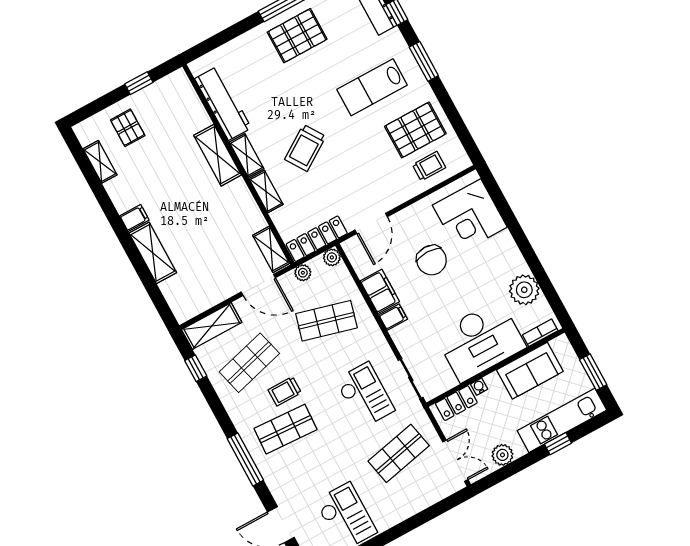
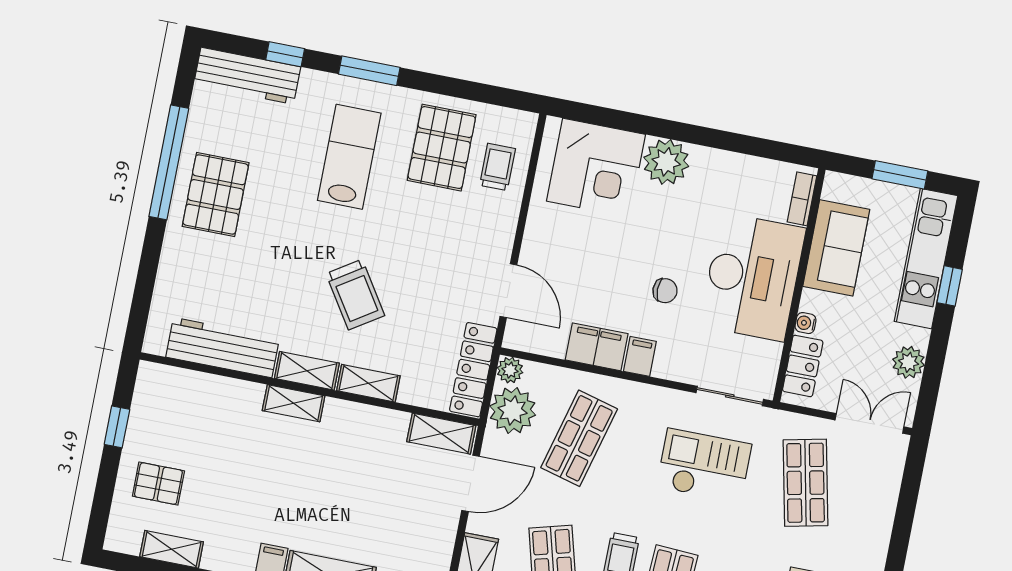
lab bench: (372, 87) -> (349, 157), turned 180
shelving: (218, 155) -> (294, 403), width x0.67, depth x0.75
chair: (432, 260) -> (665, 291), moved, width x0.54, depth x0.54
plant: (303, 273) -> (513, 410), width x1.88, depth x1.88
plant: (524, 290) -> (666, 162), moved

